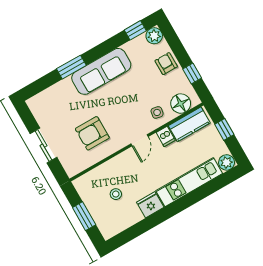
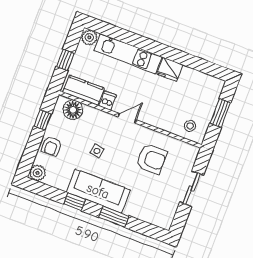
window: (135, 30) -> (75, 202), moved
side table: (157, 112) -> (97, 151), moved
stool: (116, 194) -> (190, 126), moved

